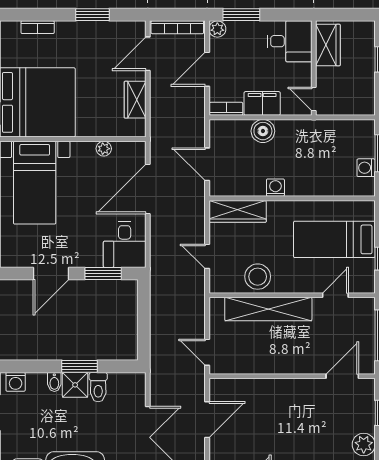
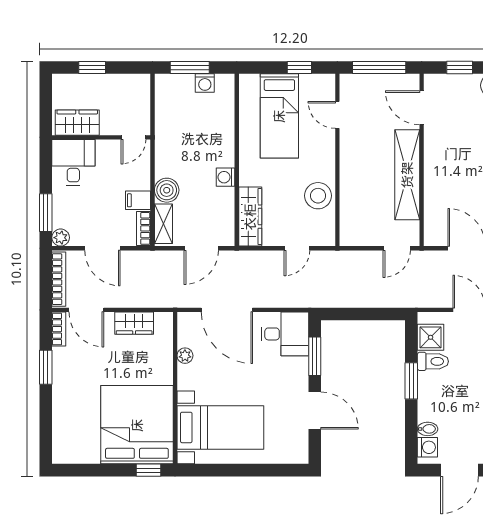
bookcase: (38, 27) -> (59, 329), moved
filing cabinet: (262, 103) -> (138, 200), width x0.50
shelving: (231, 128) -> (163, 224), added
shelving: (268, 309) -> (407, 175), moved
bidet: (54, 382) -> (428, 429), moved
shower: (75, 385) -> (431, 337), moved

